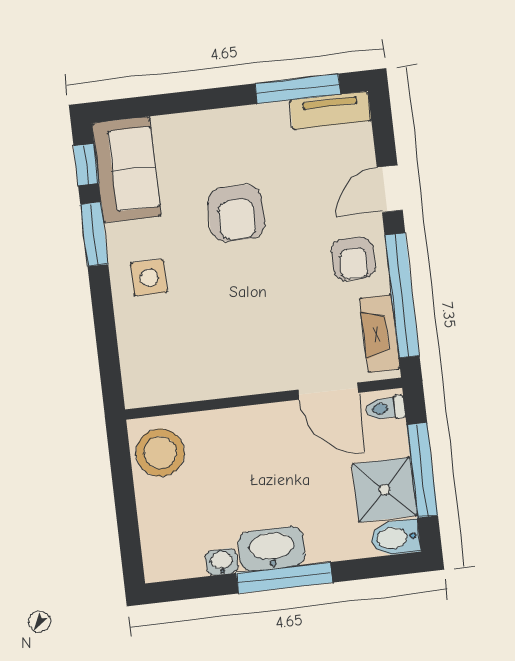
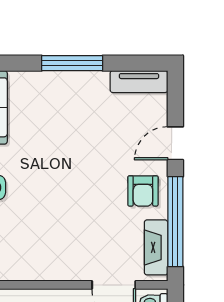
window: (298, 89) -> (72, 63), moved
armchair: (236, 213) -> (62, 148), removed

